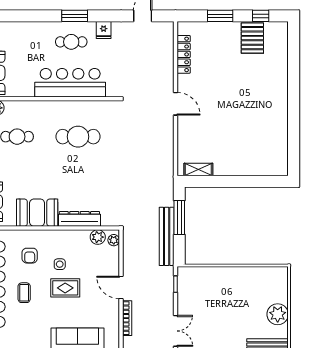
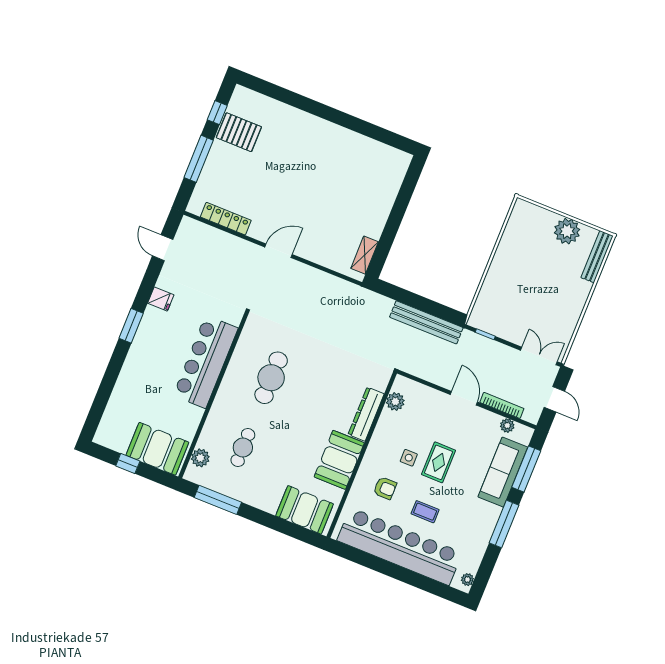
window: (220, 16) -> (199, 159), width x1.44
cafe table: (71, 42) -> (159, 342), removed
window: (179, 217) -> (411, 299), removed
plant: (114, 240) -> (507, 426), moved
door: (121, 288) -> (464, 398), swing flipped

